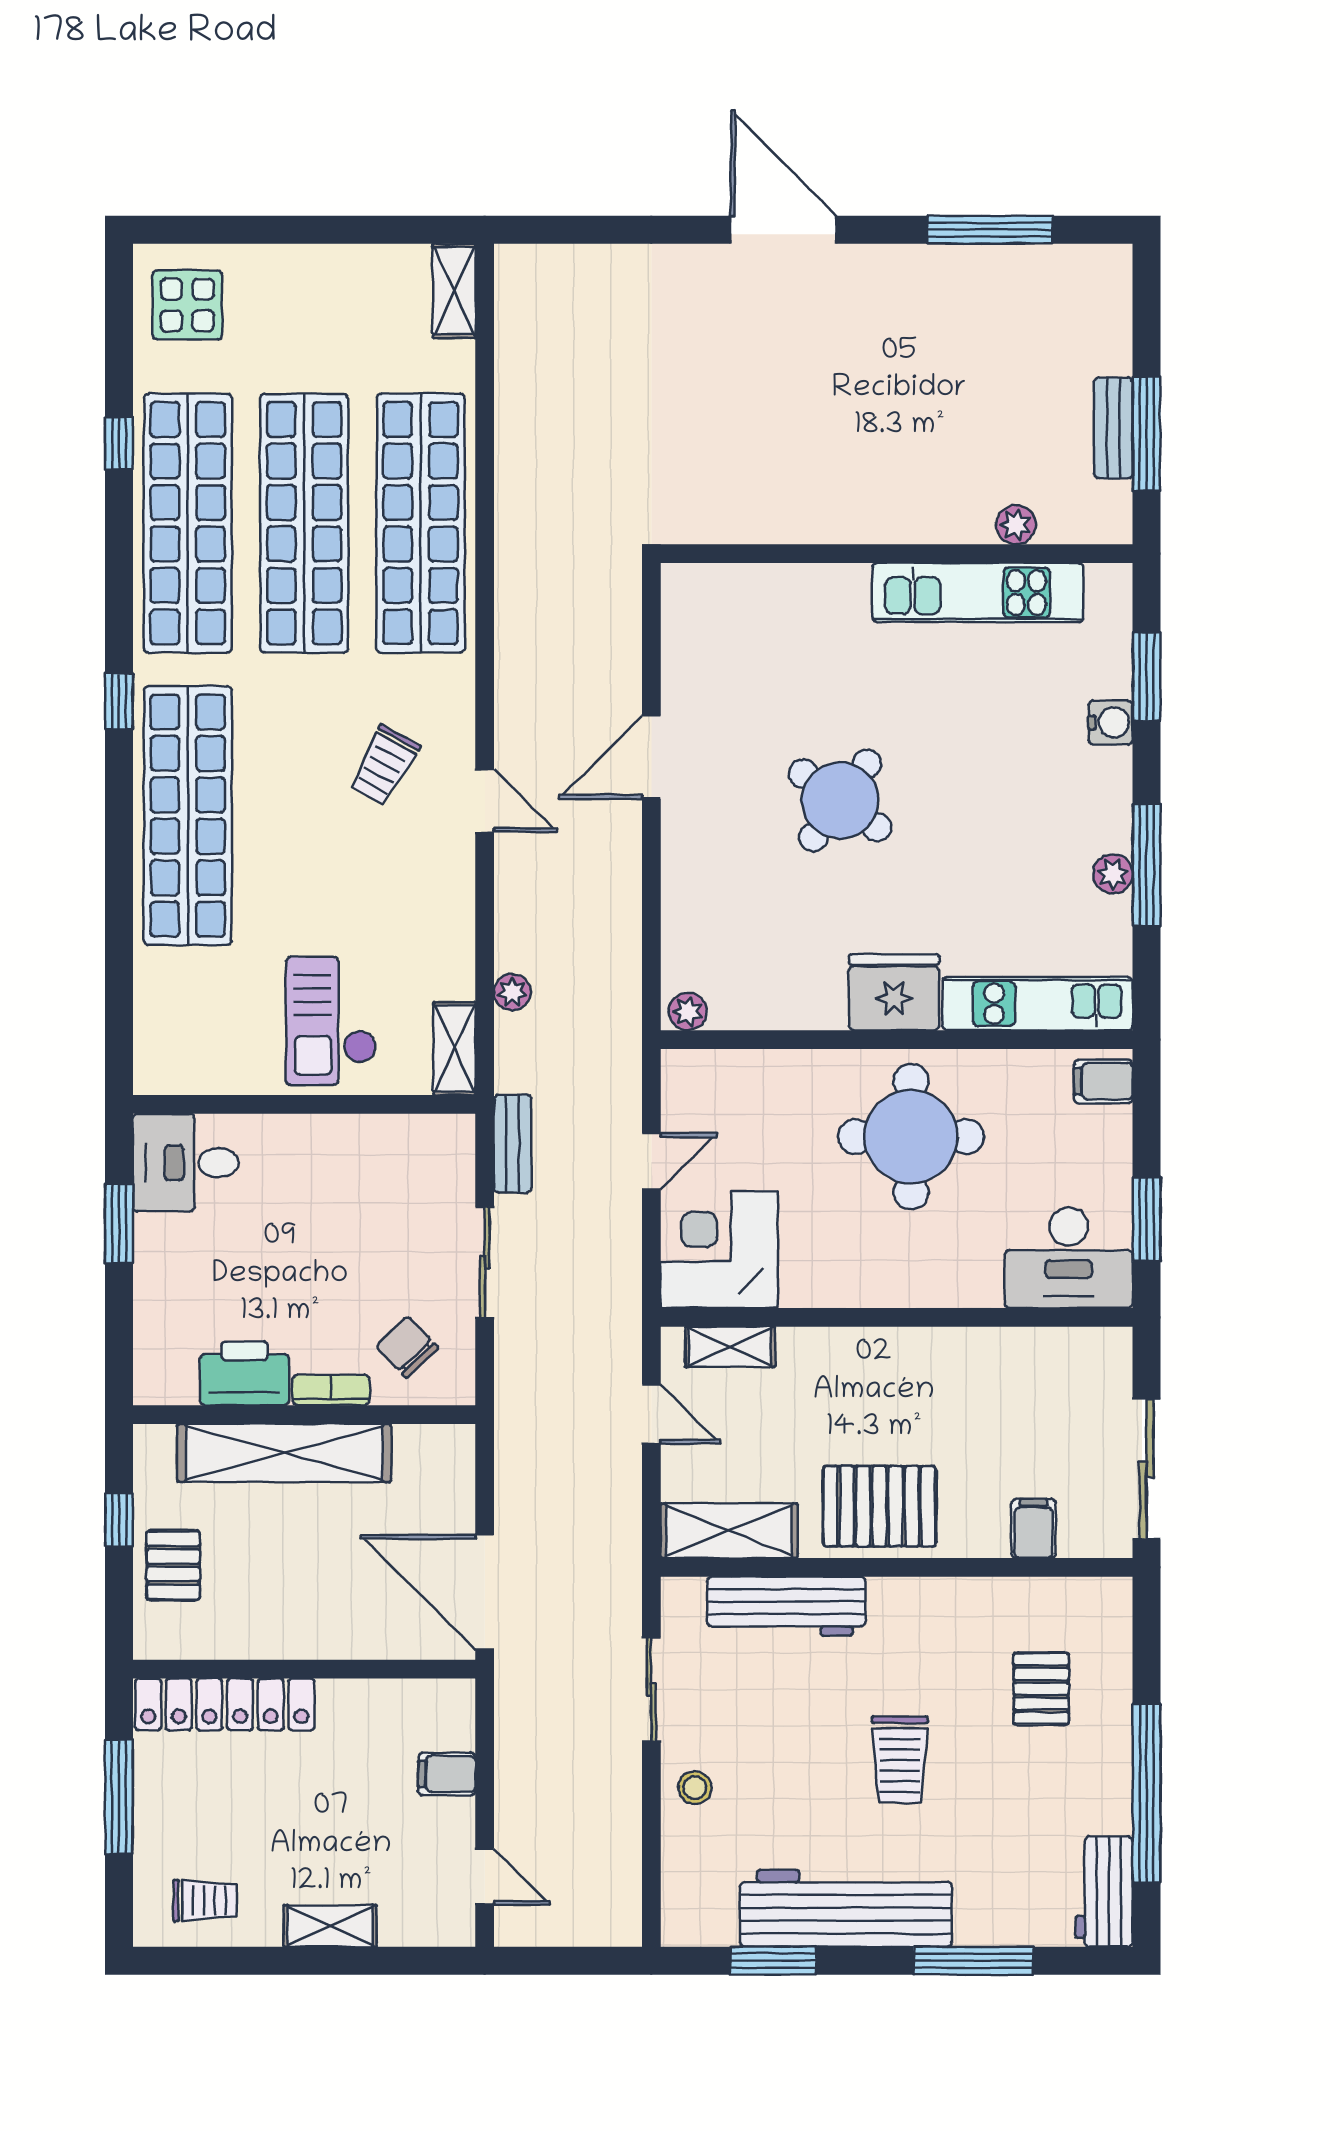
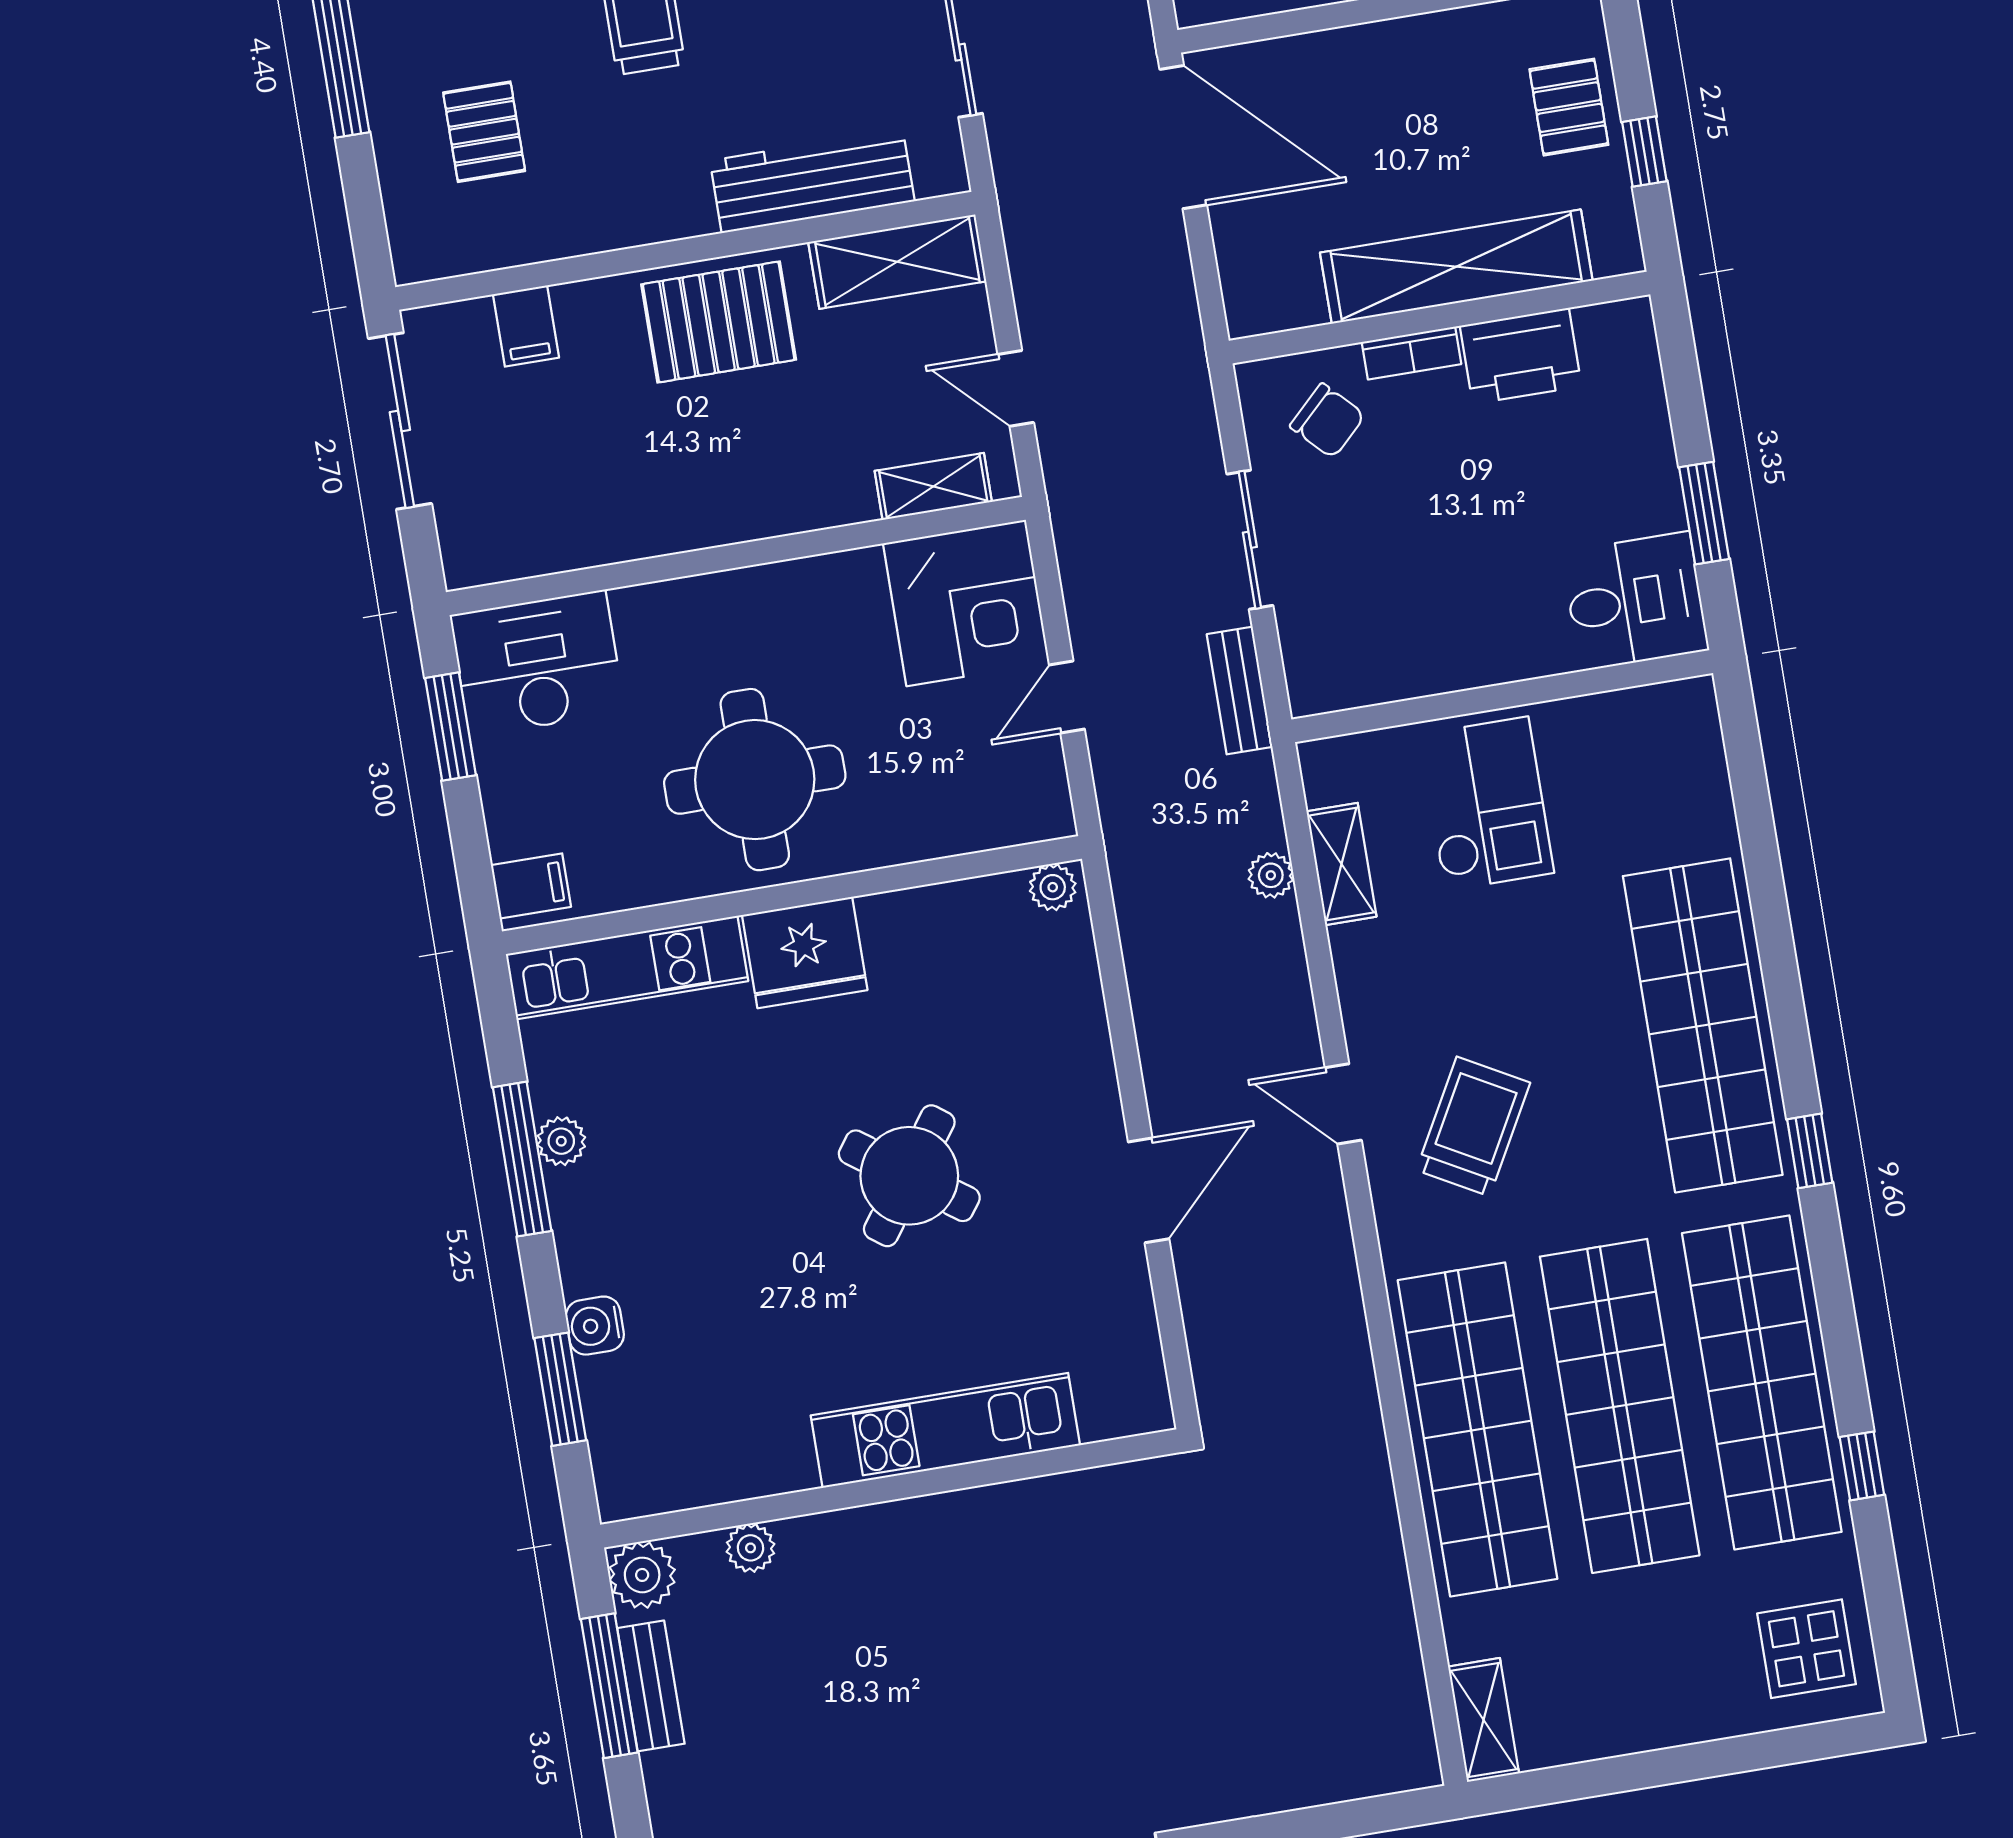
plant: (1106, 517) -> (642, 1575), added
kitchen unit: (978, 593) -> (945, 1430), moved
trolley: (384, 765) -> (1473, 1126), width x1.36, depth x1.39
shelving: (454, 1049) -> (1341, 864), moved

